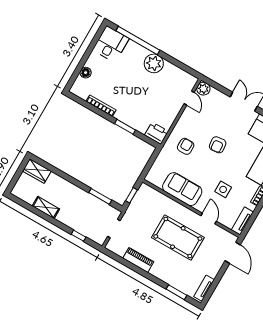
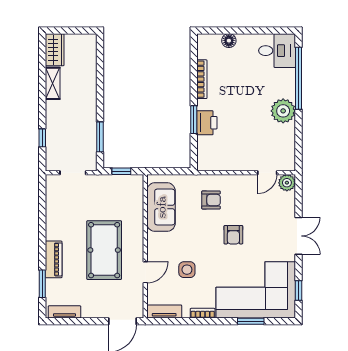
printer: (157, 133) -> (207, 123), moved
armchair: (218, 145) -> (233, 235), turned -84
wardrobe: (37, 171) -> (55, 50), moved, turned 180
sofa: (182, 189) -> (161, 207), moved
piano: (138, 260) -> (54, 259), moved

